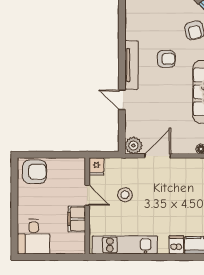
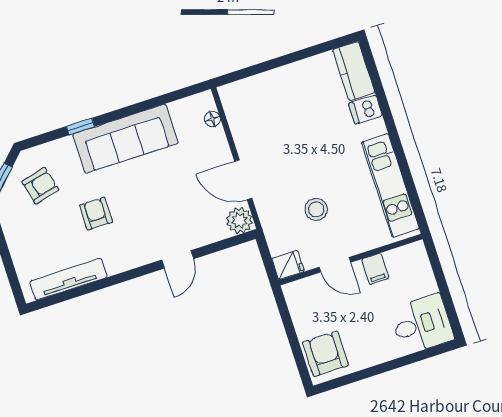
tv unit: (131, 65) -> (68, 279), moved
door: (87, 195) -> (335, 265), swing flipped
filing cabinet: (77, 219) -> (375, 269), width x0.50

